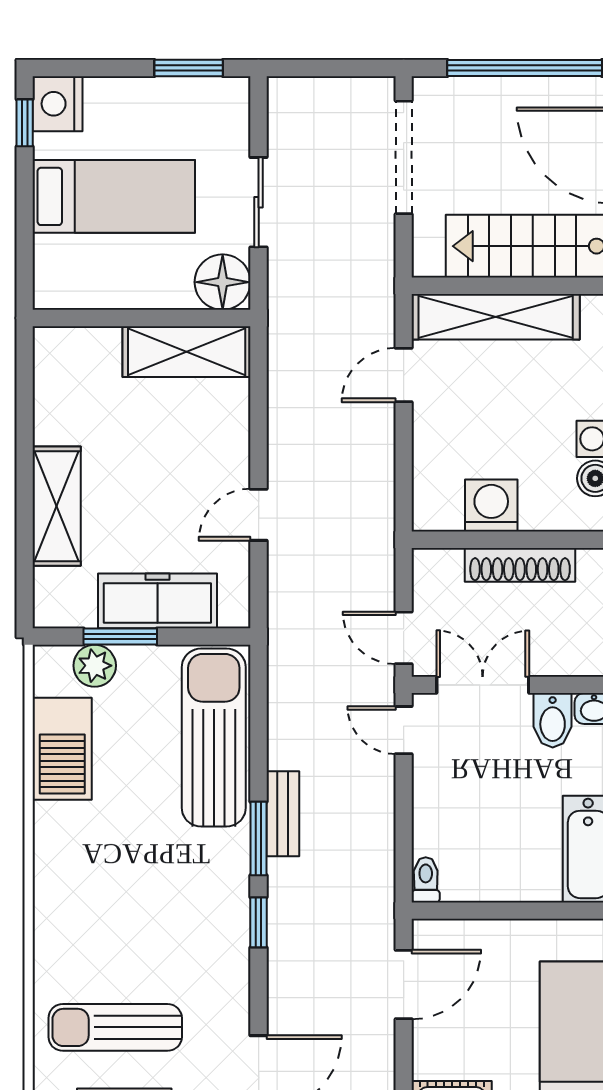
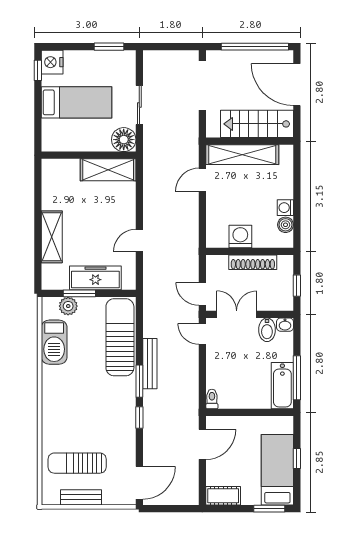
bench: (283, 814) -> (150, 364), width x1.36

